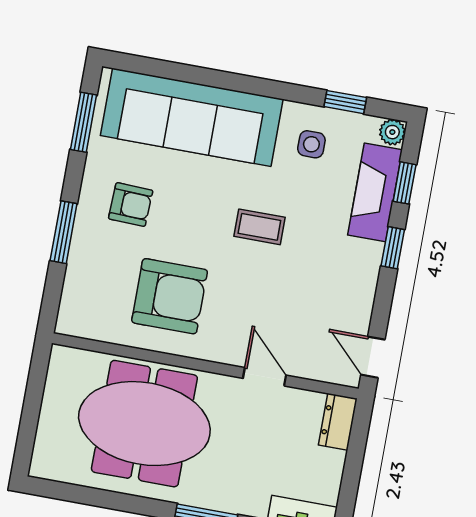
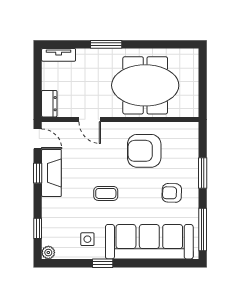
window: (345, 102) -> (103, 263), moved
window: (84, 122) -> (203, 230), width x1.44
fireplace: (375, 192) -> (51, 173), moved
window: (393, 248) -> (38, 173), moved

